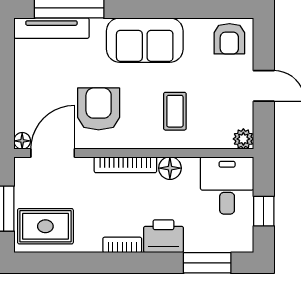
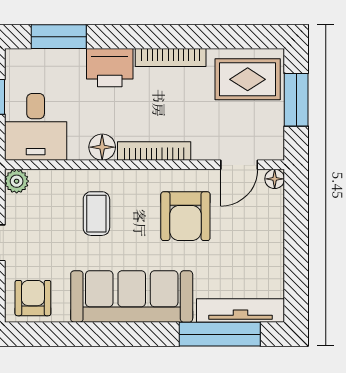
sofa: (145, 40) -> (132, 296), width x1.36
door: (53, 153) -> (239, 165), width x0.73
bookcase: (122, 245) -> (171, 57), width x1.56

